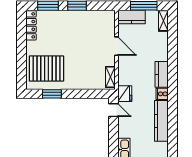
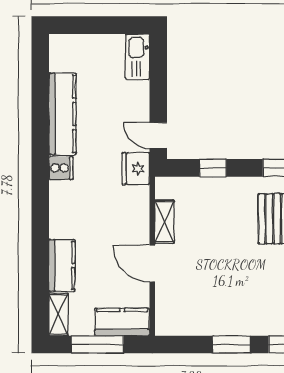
kitchen counter: (162, 74) -> (62, 266), moved
shelving: (110, 77) -> (164, 222), moved
window: (86, 94) -> (213, 168), added

